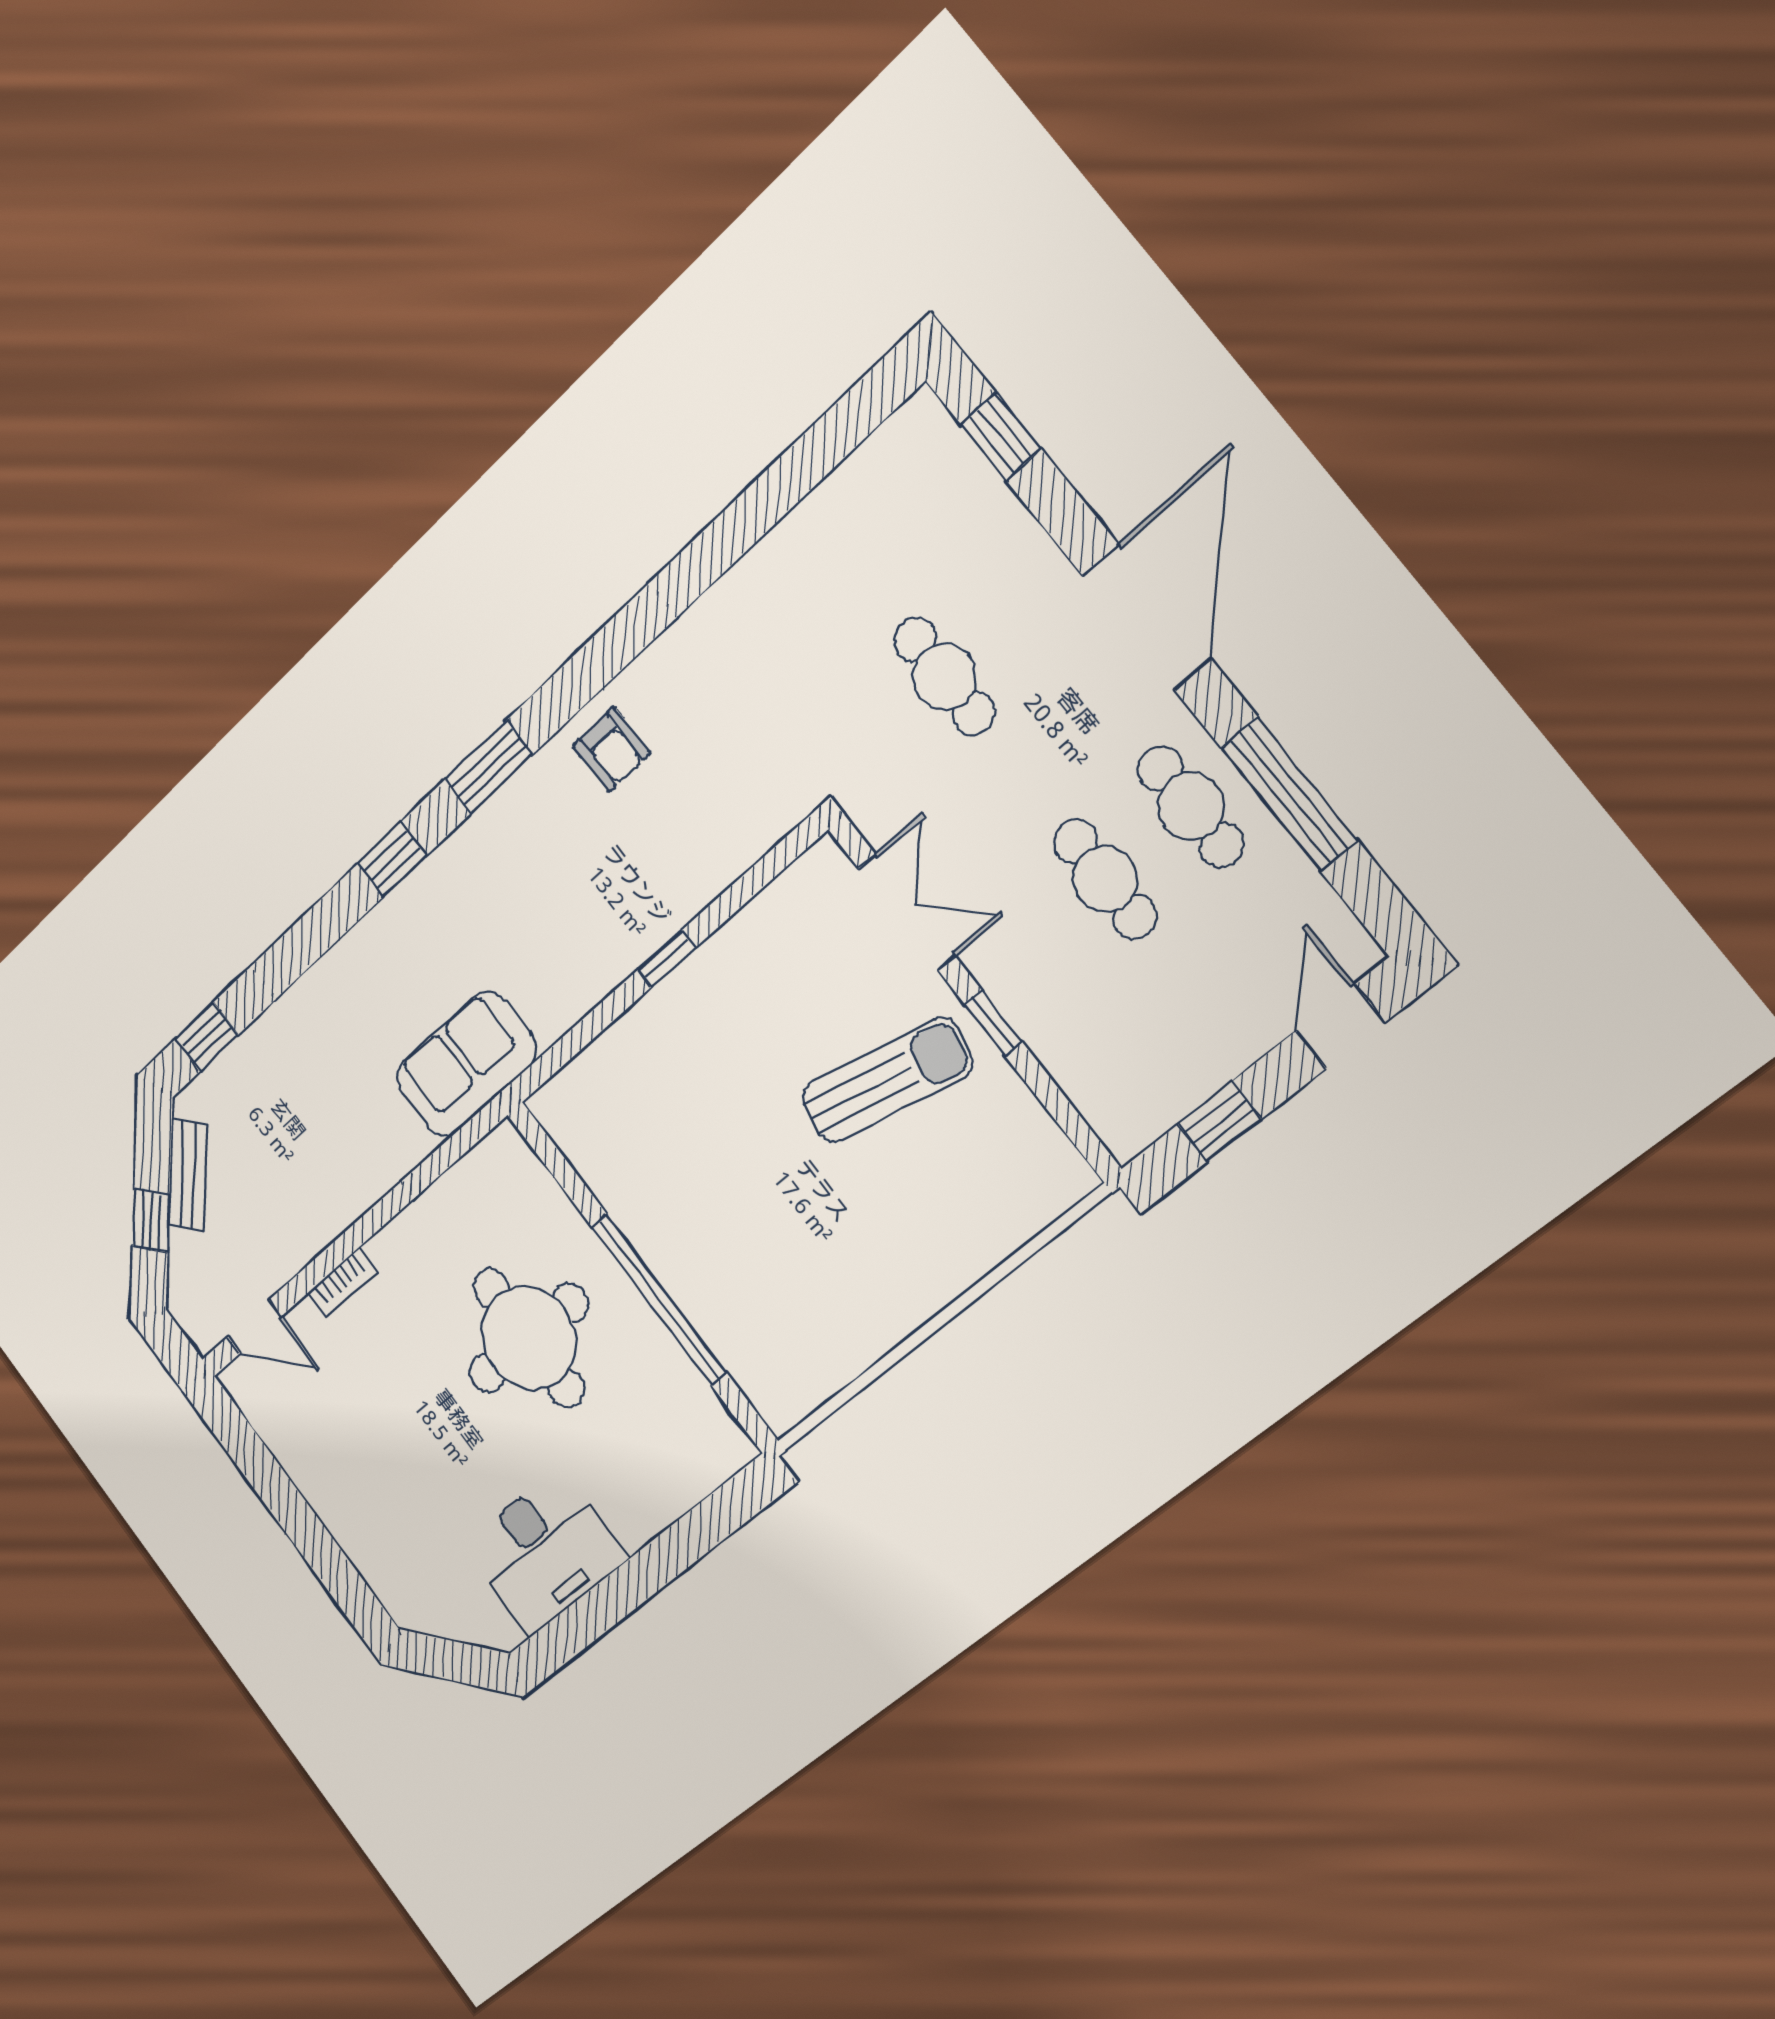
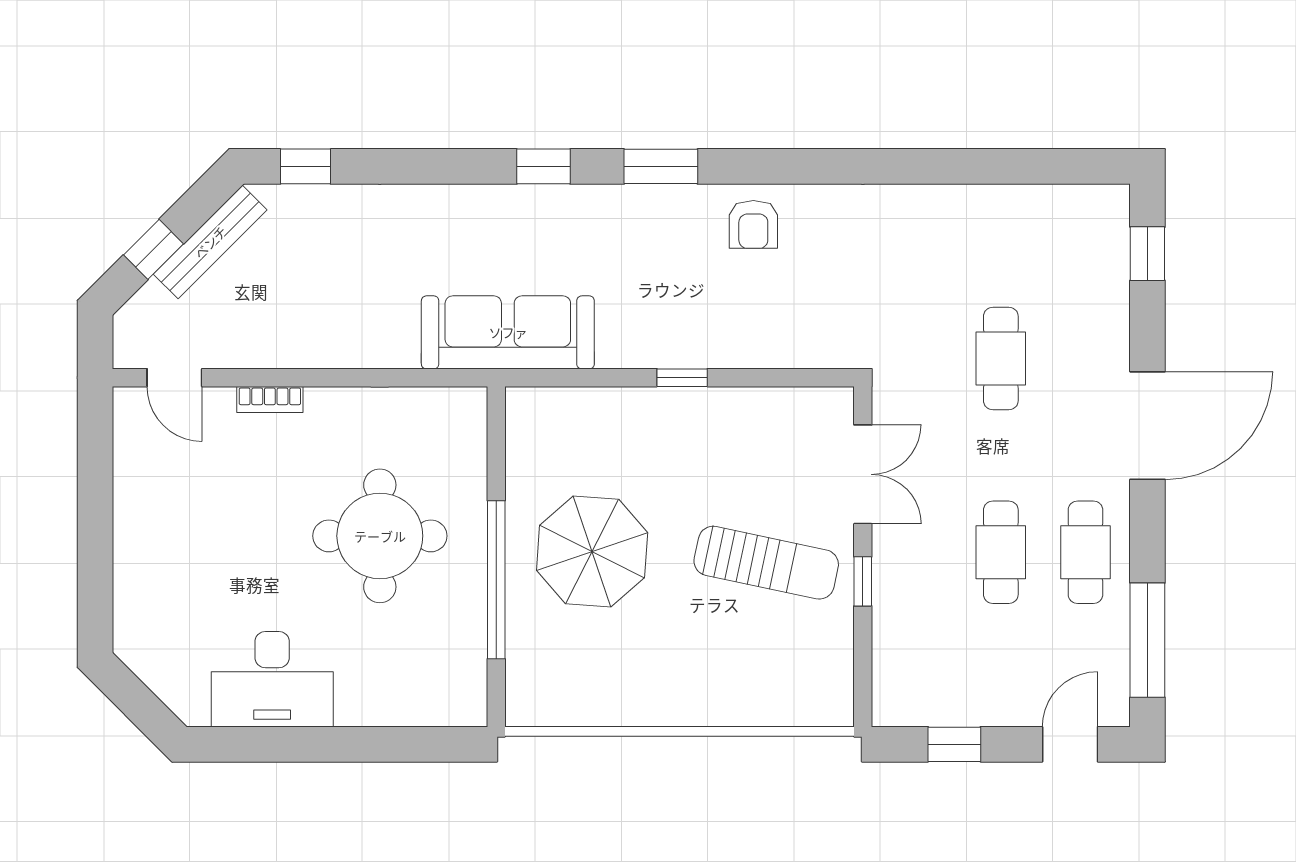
window: (1289, 794) -> (1147, 640), moved
sofa: (466, 1064) -> (508, 332), width x1.36
bench: (188, 1175) -> (210, 242), width x1.36
parasol: (721, 1201) -> (592, 552), added

